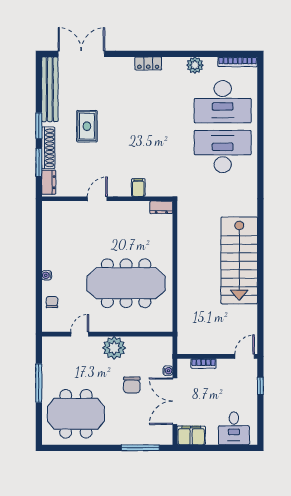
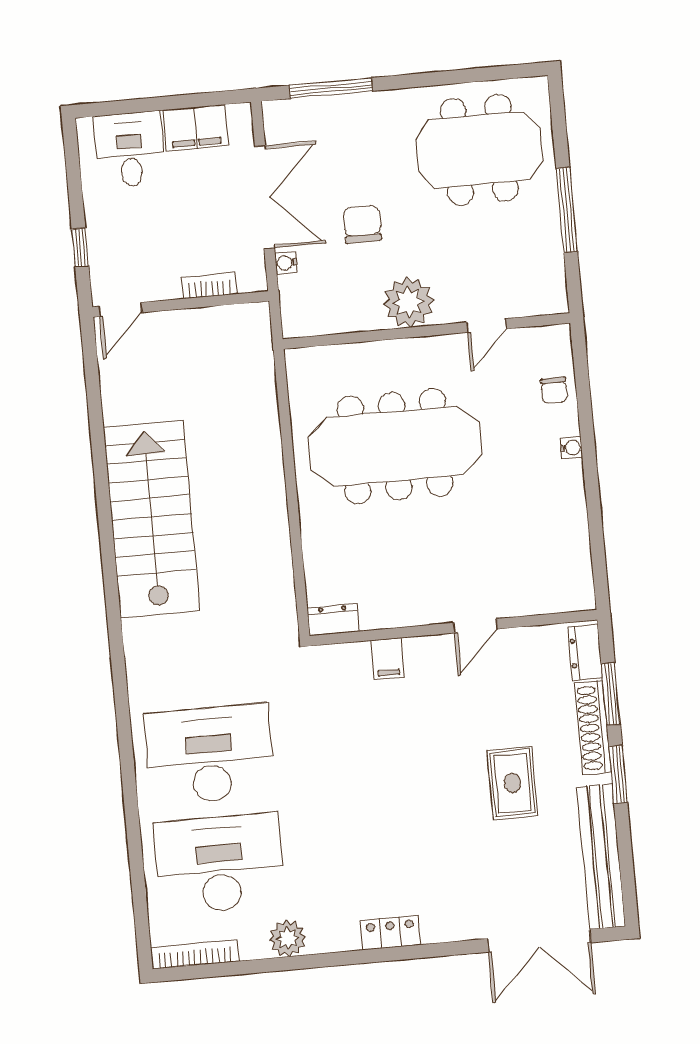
desk: (223, 152) -> (210, 754), turned 180
filing cabinet: (191, 435) -> (196, 128), moved

